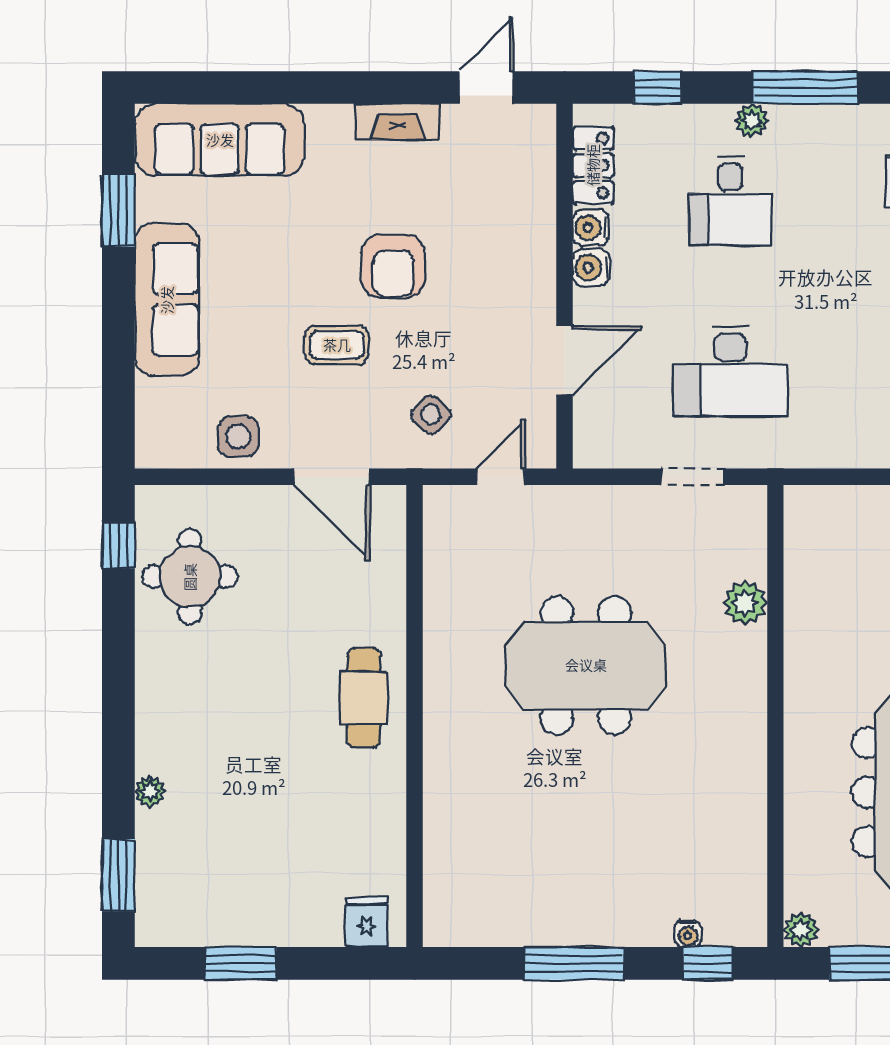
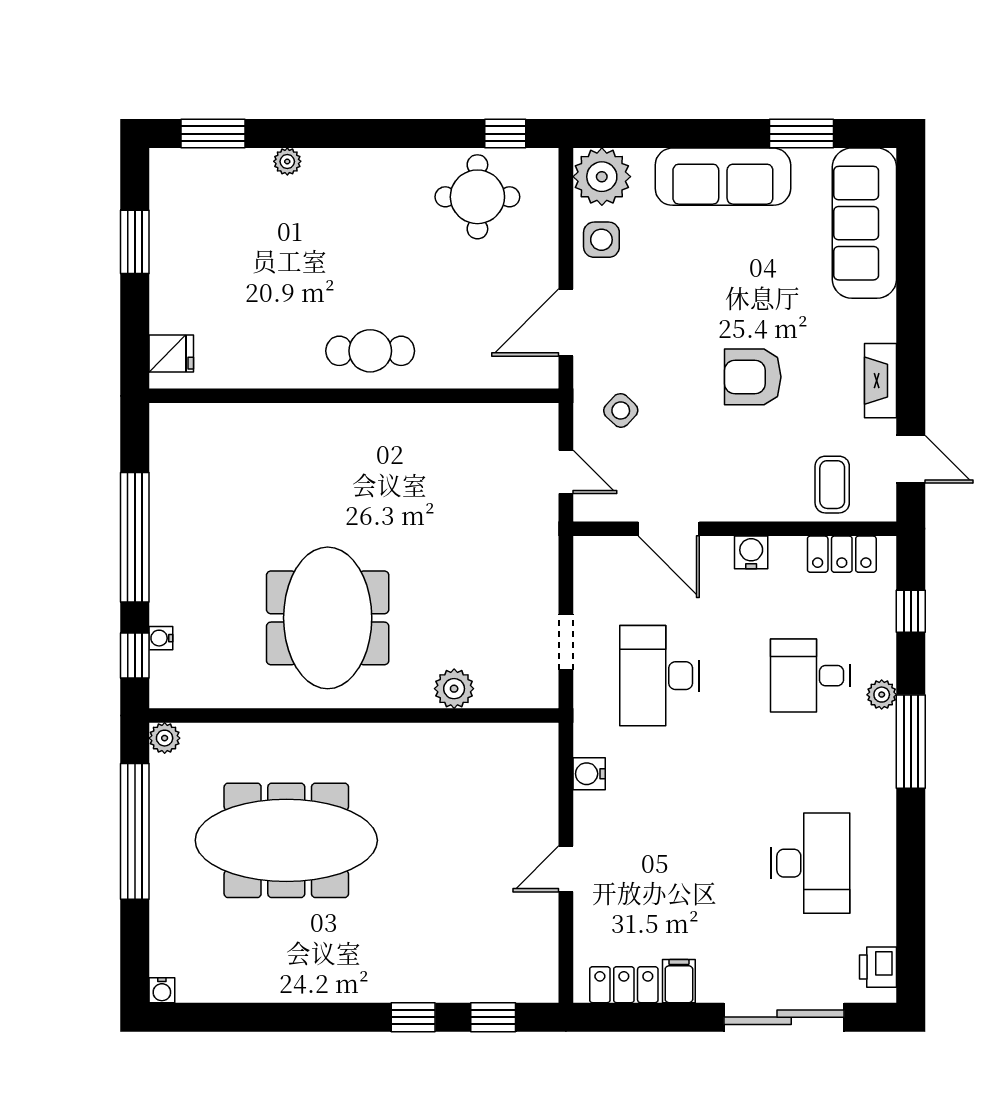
water cooler: (591, 228) -> (589, 774), moved, turned -90
coffee table: (337, 345) -> (832, 485), moved
plant: (167, 436) -> (602, 177), added
meeting table: (586, 665) -> (328, 618), moved
window: (574, 963) -> (135, 537), width x1.46

